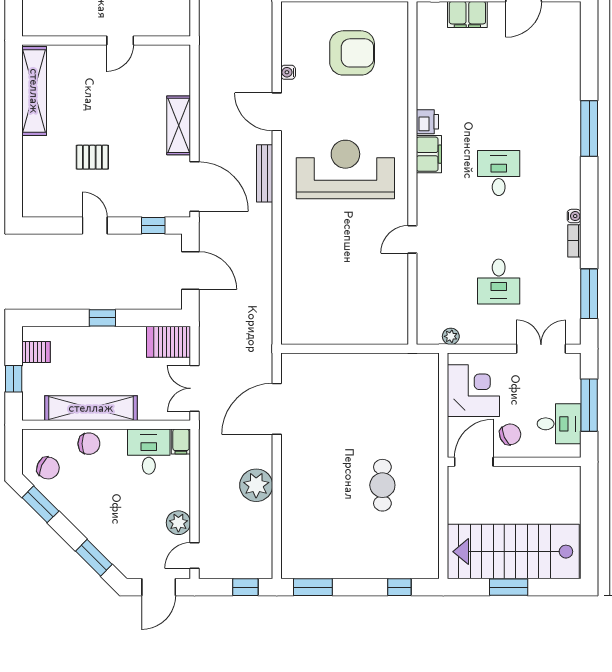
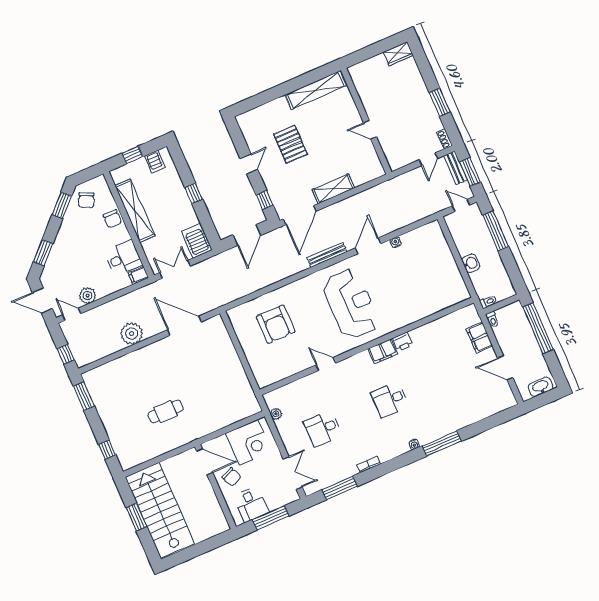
armchair: (352, 53) -> (276, 324), moved
pallet: (92, 157) -> (290, 144), width x1.50, depth x1.42
desk: (499, 173) -> (390, 400), turned 180
water cooler: (574, 216) -> (414, 444), moved

